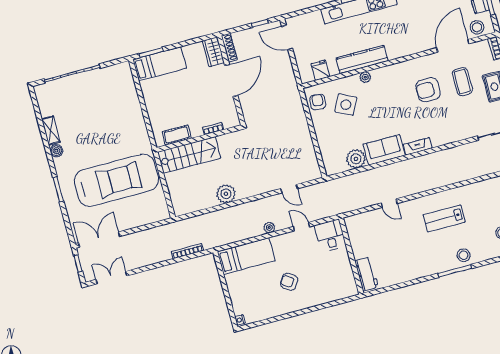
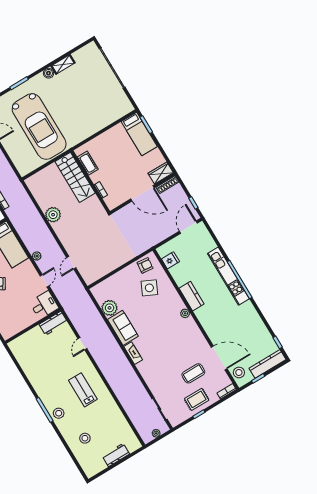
kitchen counter: (362, 59) -> (192, 296), width x0.67
plant: (365, 77) -> (185, 313), moved
armchair: (428, 90) -> (179, 348), removed
workbench: (366, 274) -> (53, 323), moved

